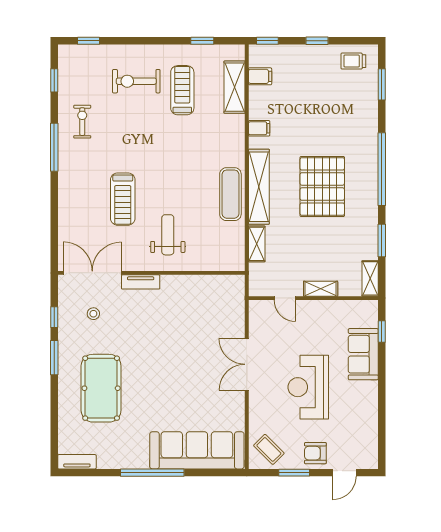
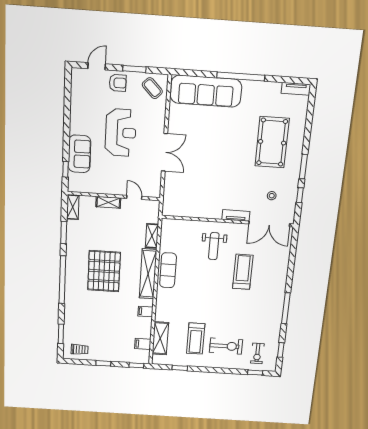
exercise bike: (82, 122) -> (257, 353), moved

